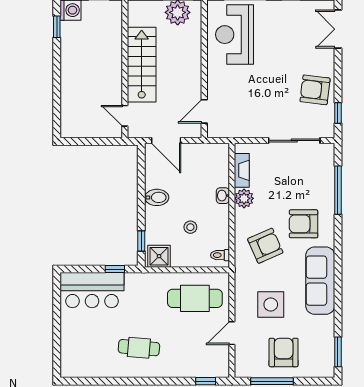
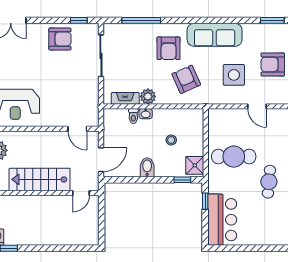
armchair: (315, 90) -> (60, 39), turned -97
toilet: (220, 255) -> (133, 116), moved
cafe table: (195, 298) -> (234, 157), moved, turned 90

